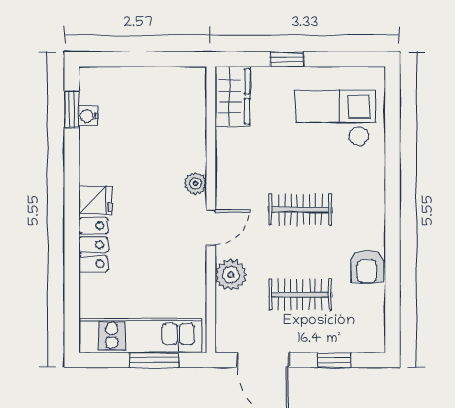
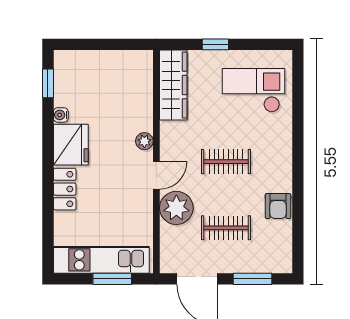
wardrobe: (232, 96) -> (173, 85), width x1.50
water cooler: (88, 116) -> (61, 115), moved
fridge: (95, 200) -> (71, 145), width x1.88, depth x1.34
plant: (231, 275) -> (176, 208), width x1.36, depth x1.36
window: (334, 360) -> (253, 279), width x1.50

